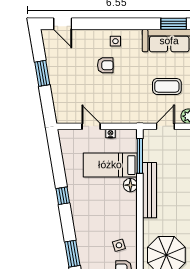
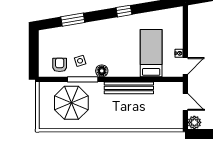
door: (91, 126) -> (185, 66), moved
window: (140, 156) -> (83, 79), moved
floor lamp: (130, 185) -> (102, 71), moved

